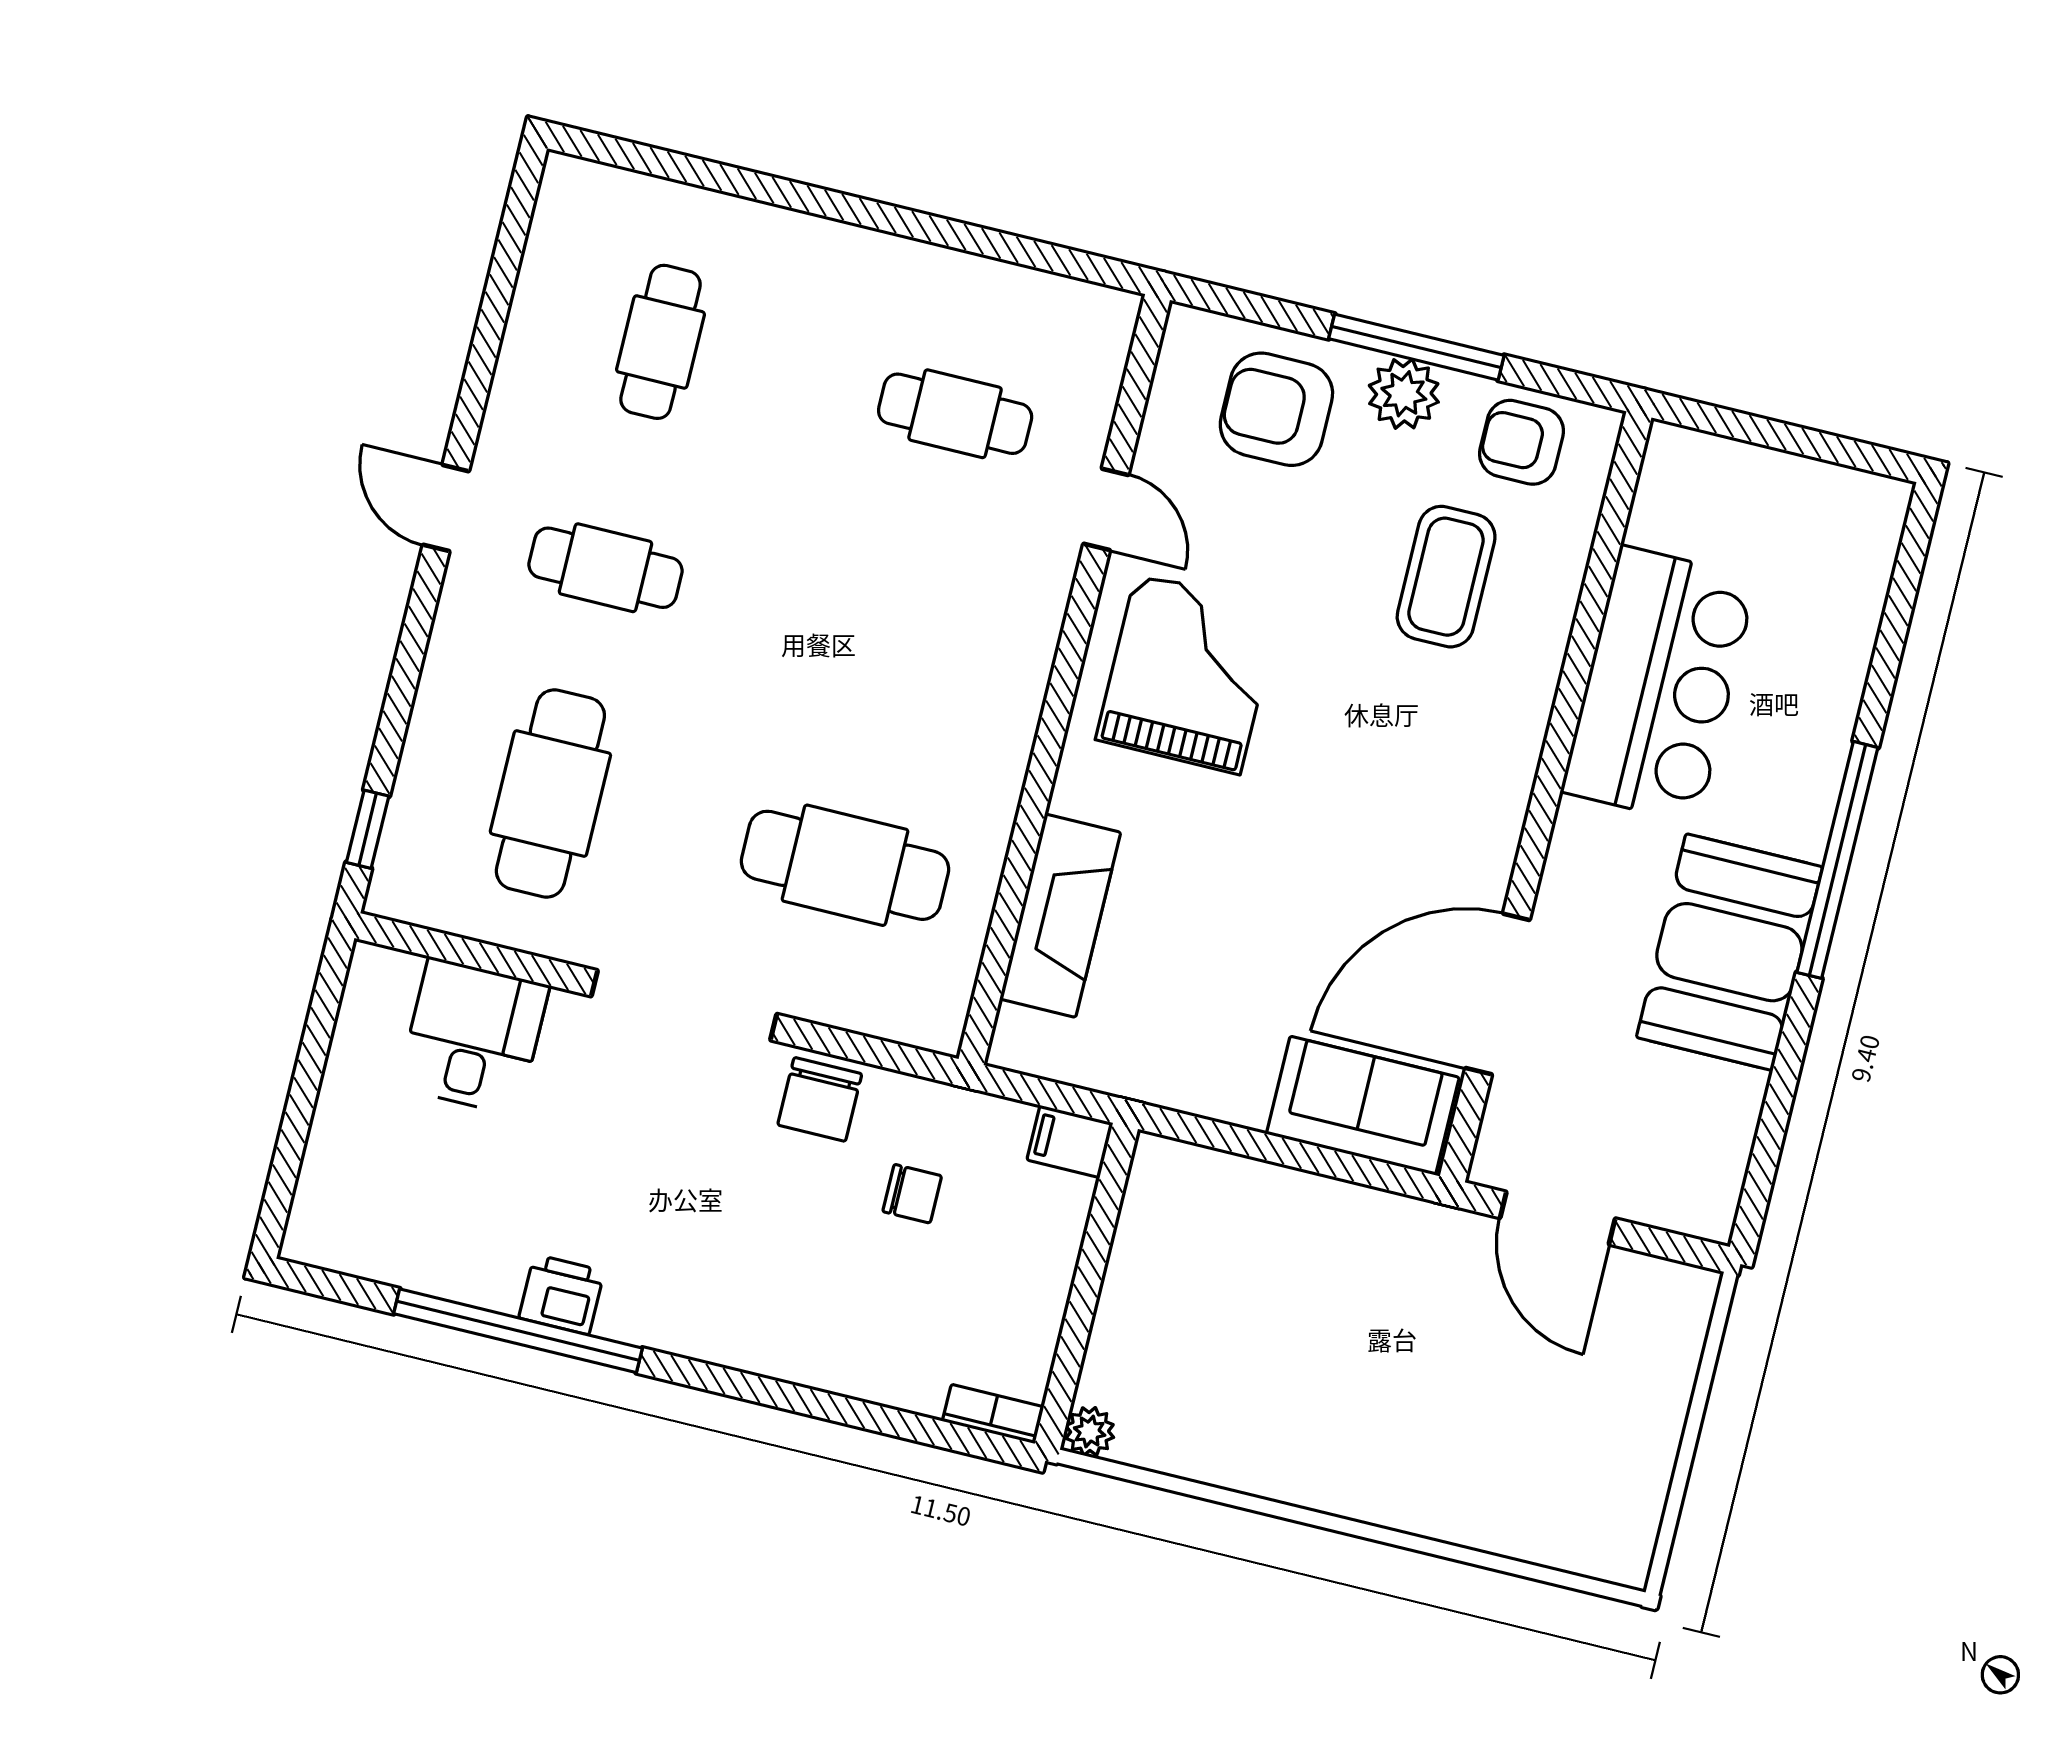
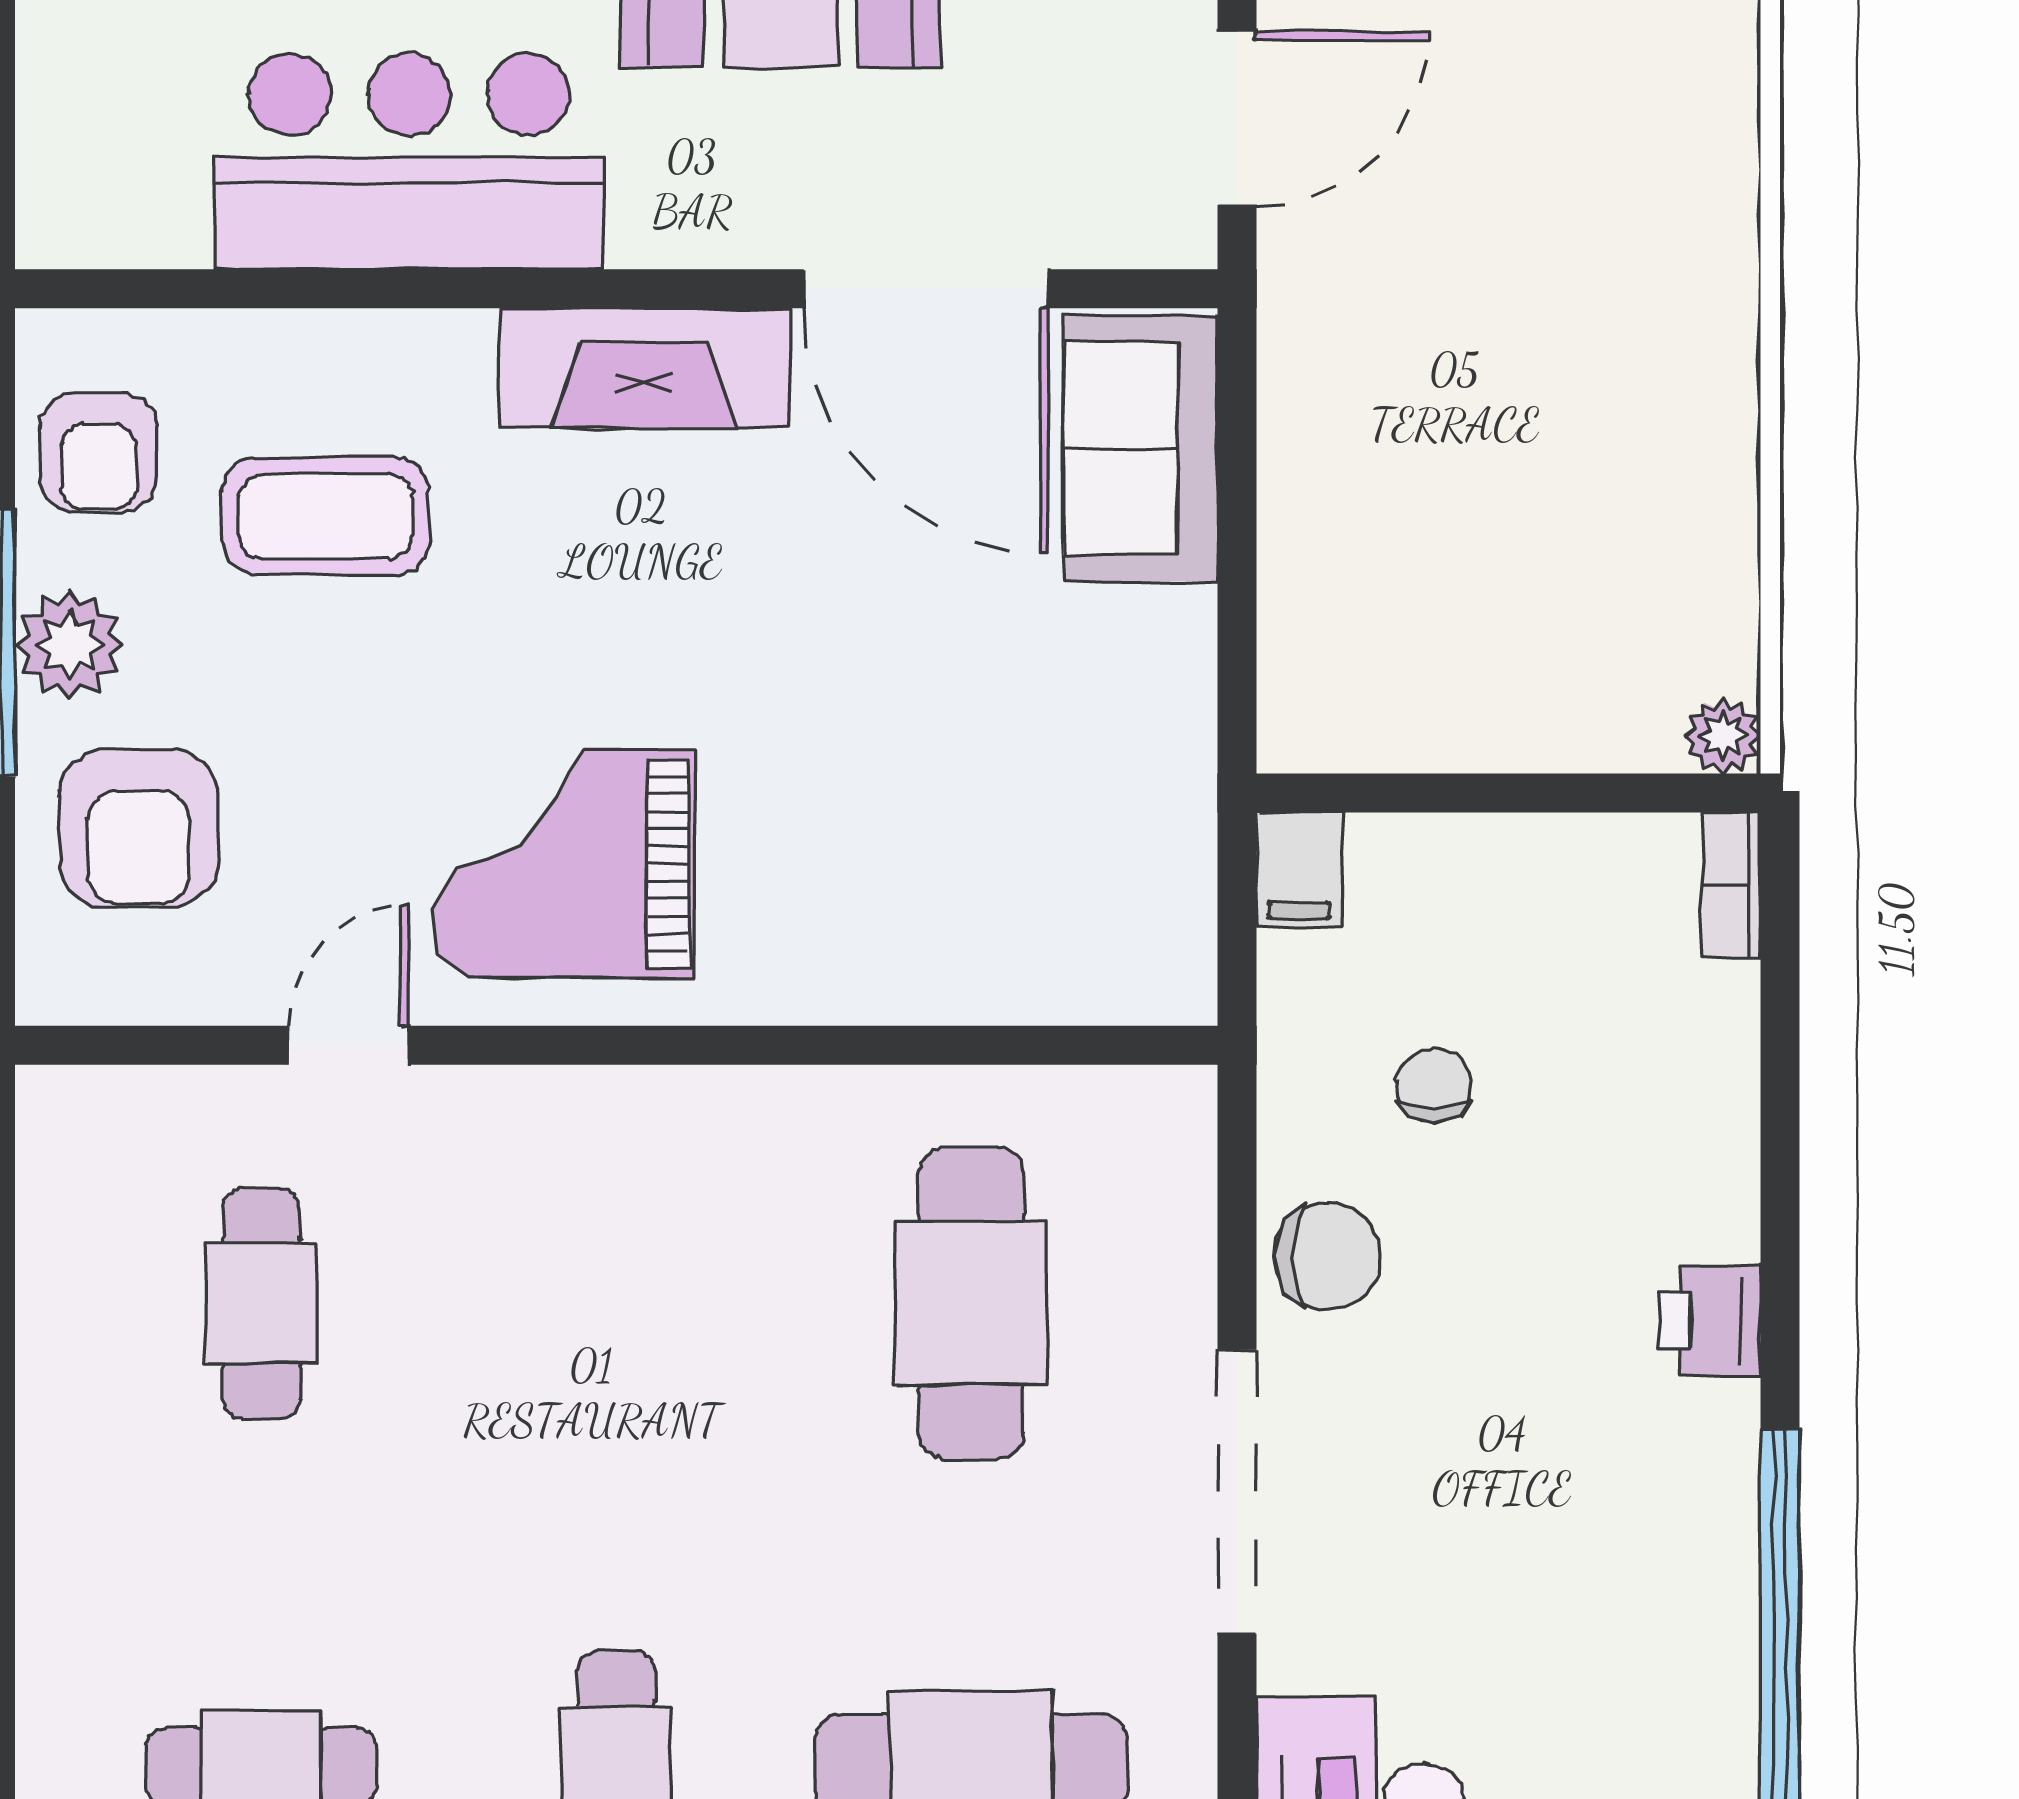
fireplace: (1060, 916) -> (644, 368), moved, turned 180
printer: (562, 1294) -> (1710, 1321), moved

